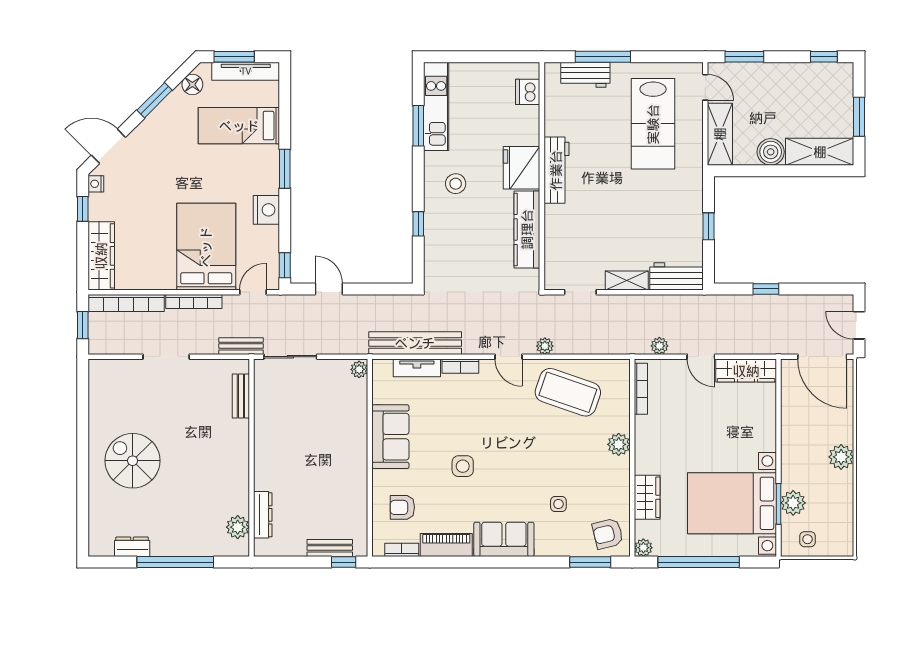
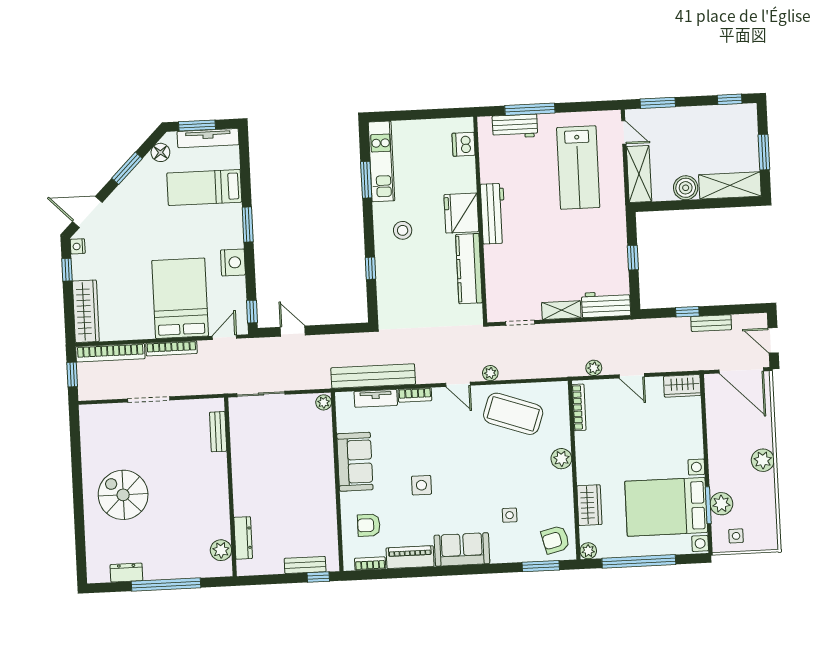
bench: (241, 346) -> (711, 323), moved
wardrobe: (746, 371) -> (682, 386), width x0.67

